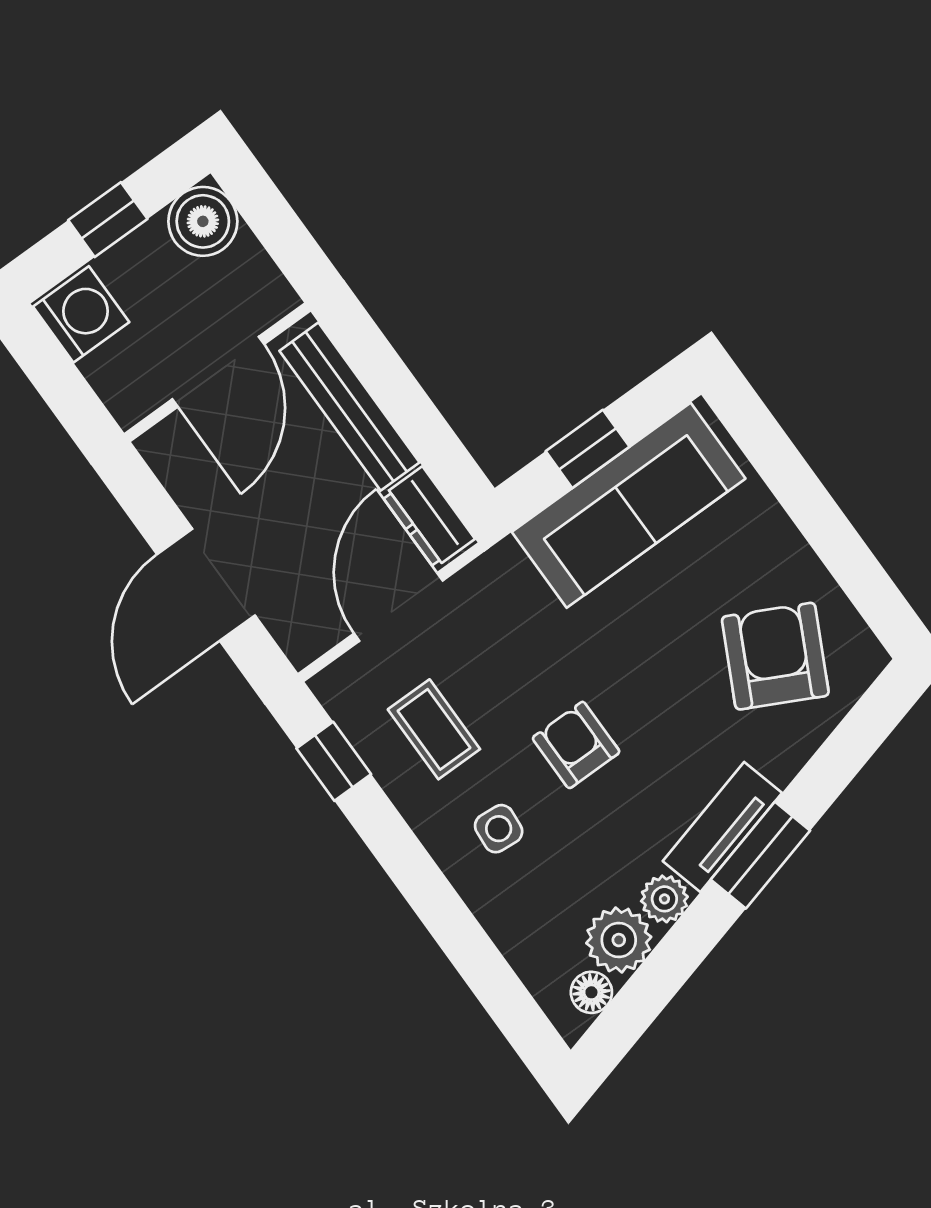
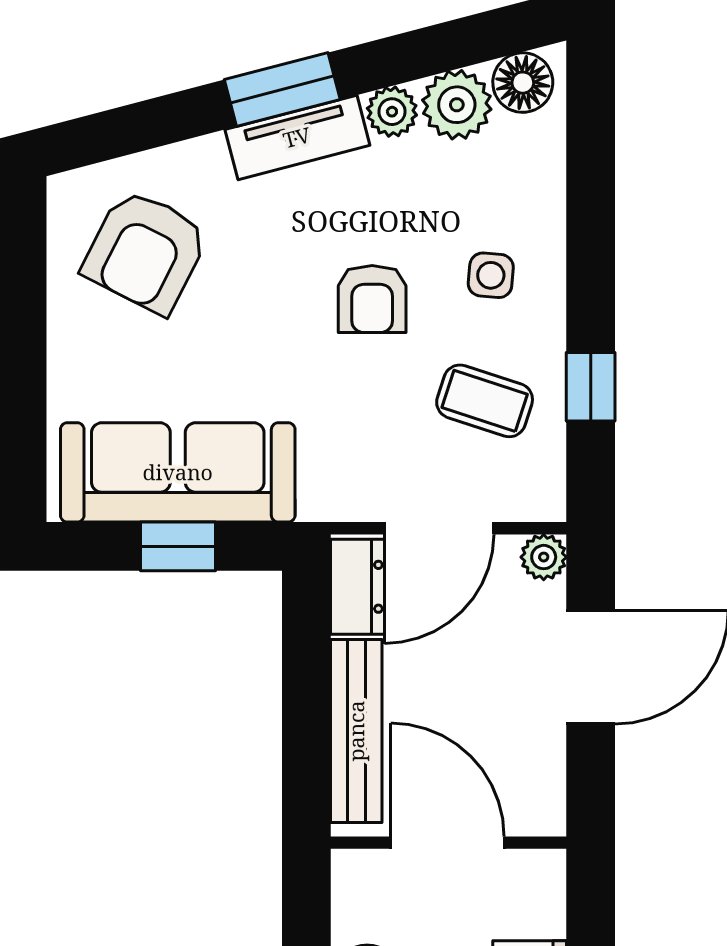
door: (218, 372) -> (447, 843), hinge flipped
plant: (303, 643) -> (544, 557), added
coffee table: (434, 729) -> (485, 401), turned -72
window: (334, 761) -> (591, 387), moved
floor lamp: (591, 992) -> (523, 83), width x1.37, depth x1.37

